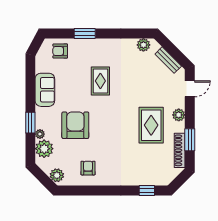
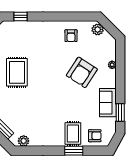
rug: (100, 81) -> (73, 134), moved
window: (30, 123) -> (120, 113), moved
armchair: (75, 125) -> (82, 72), turned 33
plant: (44, 149) -> (108, 52), removed

